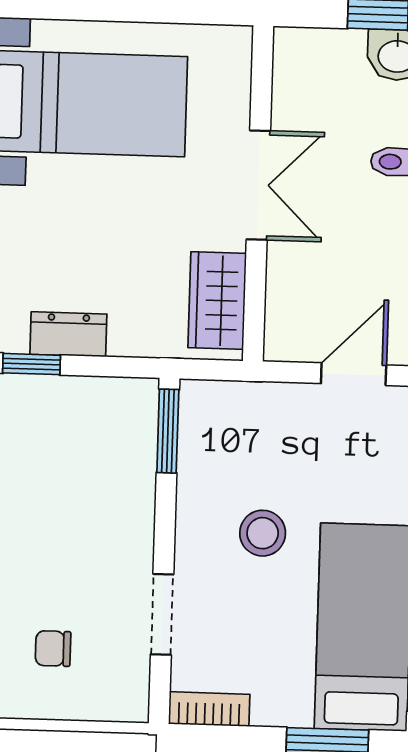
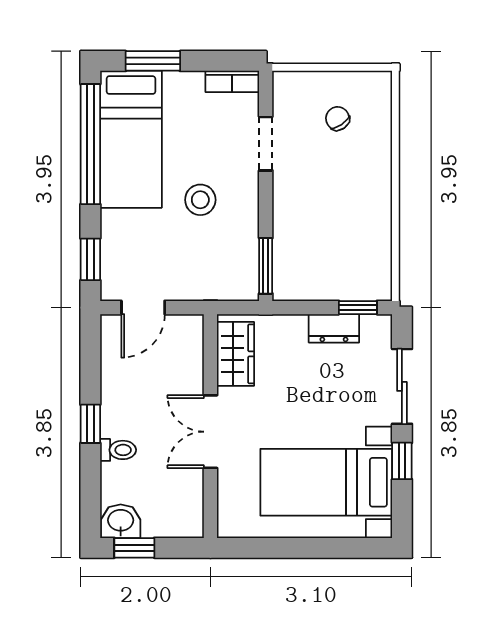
chair: (53, 649) -> (338, 119), turned -124

